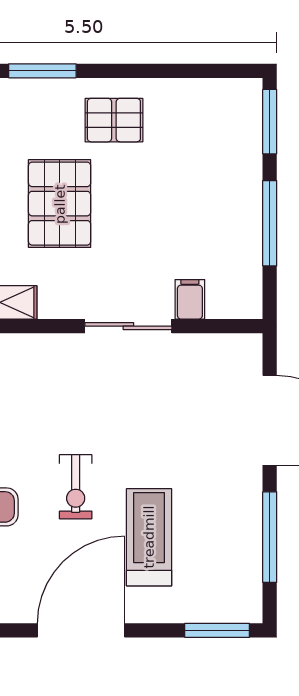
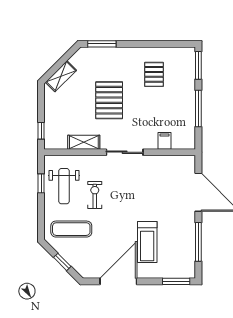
pallet: (114, 120) -> (154, 74), moved, turned 90
sliding door: (128, 326) -> (125, 152), moved
exercise bike: (76, 487) -> (95, 195), moved, turned 180
treadmill: (149, 537) -> (147, 242), turned 180

